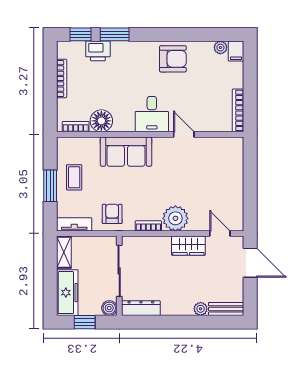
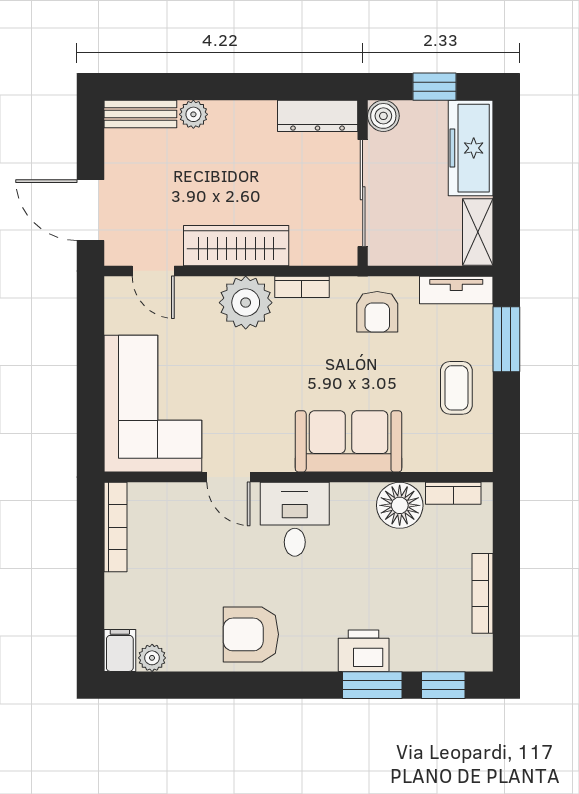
printer: (98, 51) -> (364, 651), moved
corner sofa: (220, 170) -> (153, 404), added
window: (50, 186) -> (506, 339), moved
wardrobe: (188, 246) -> (236, 246), width x1.50

